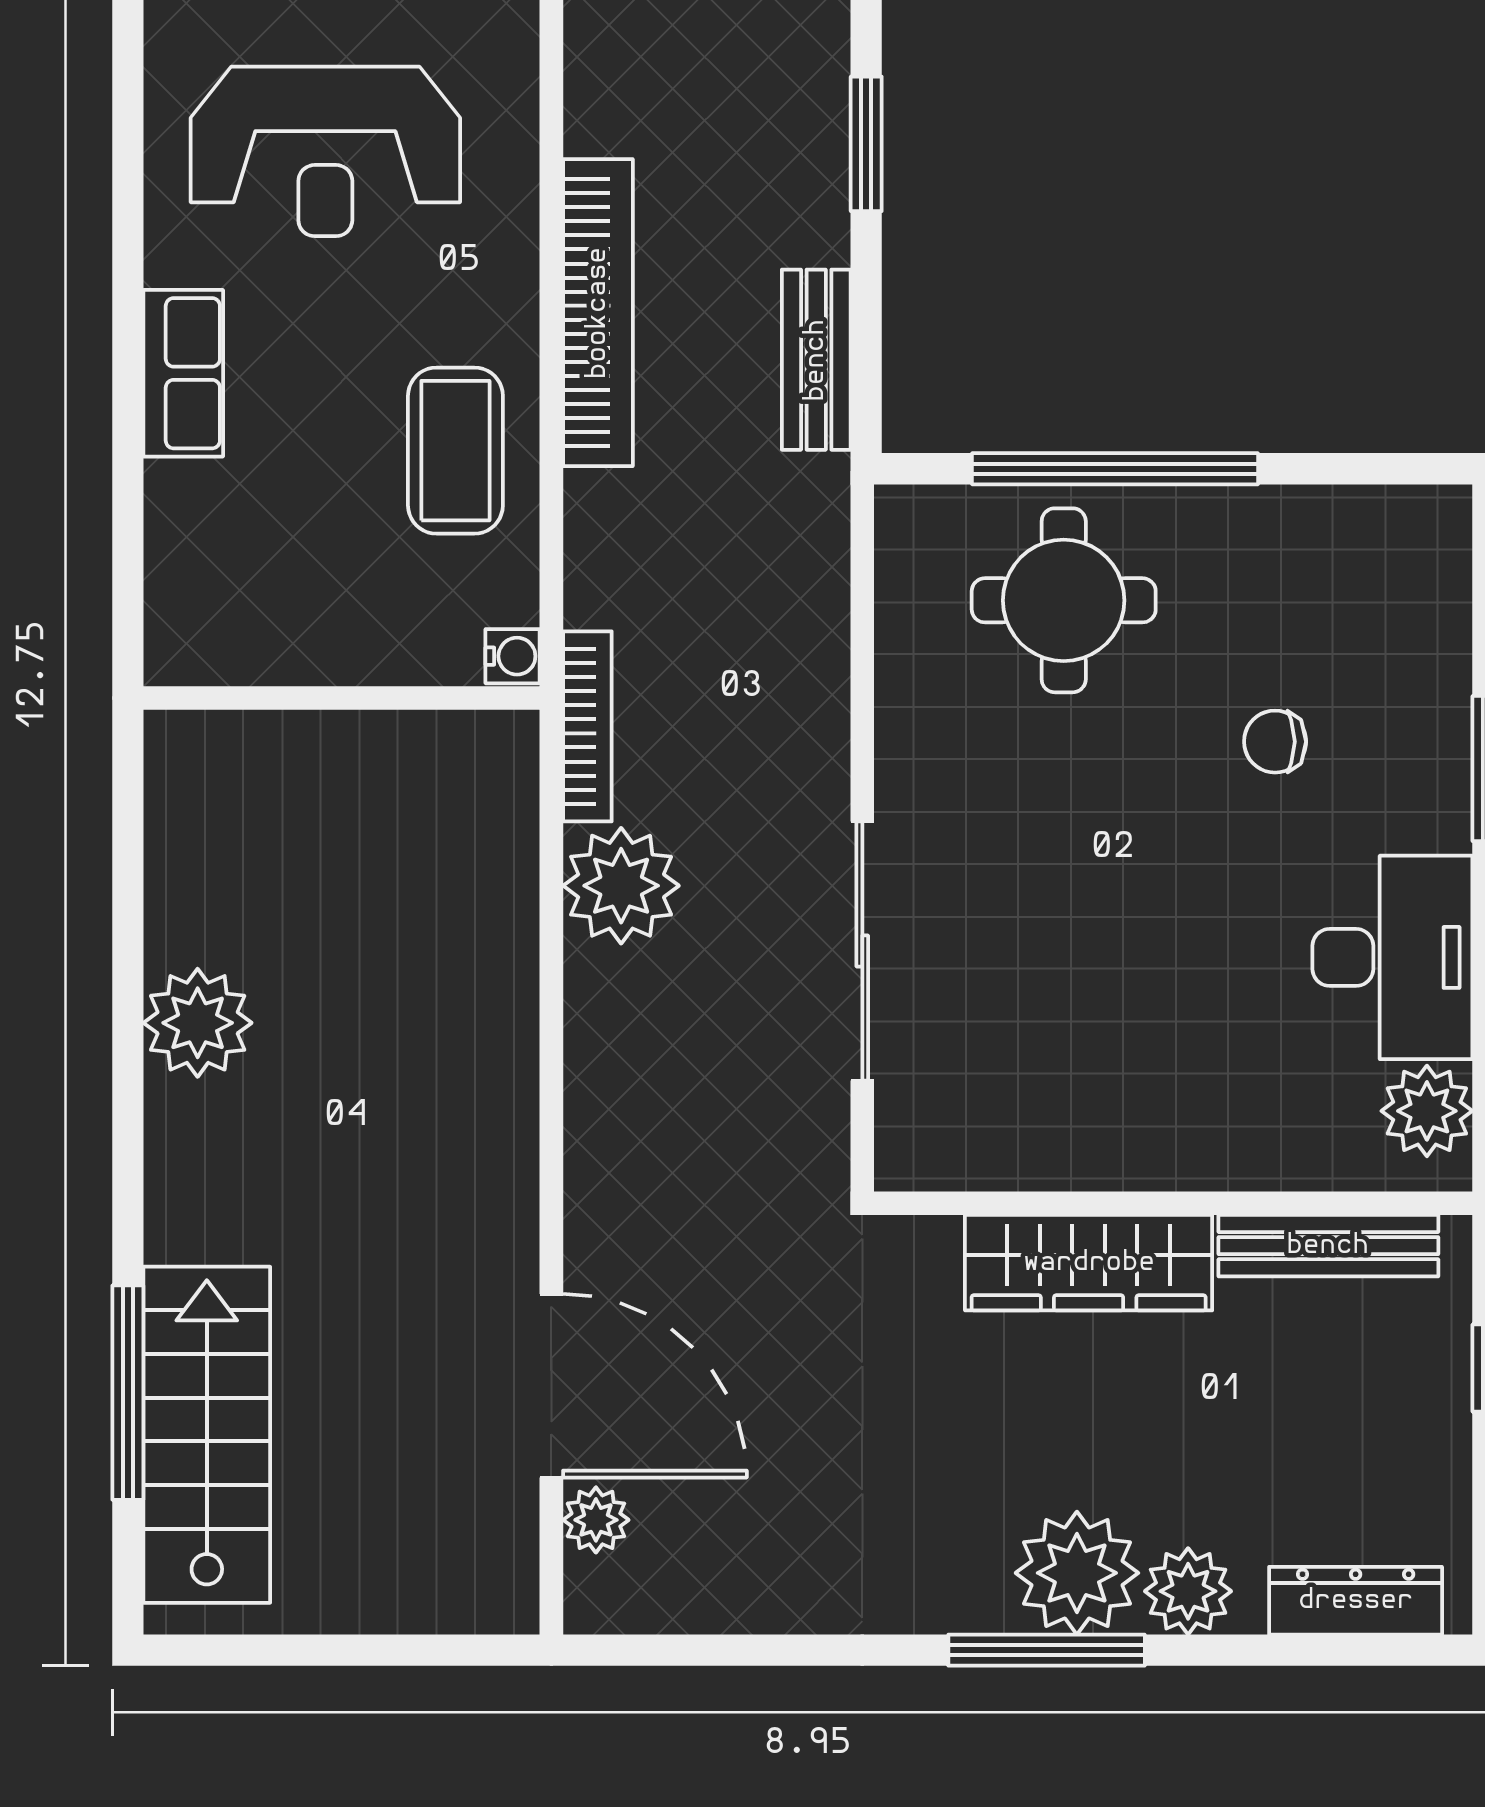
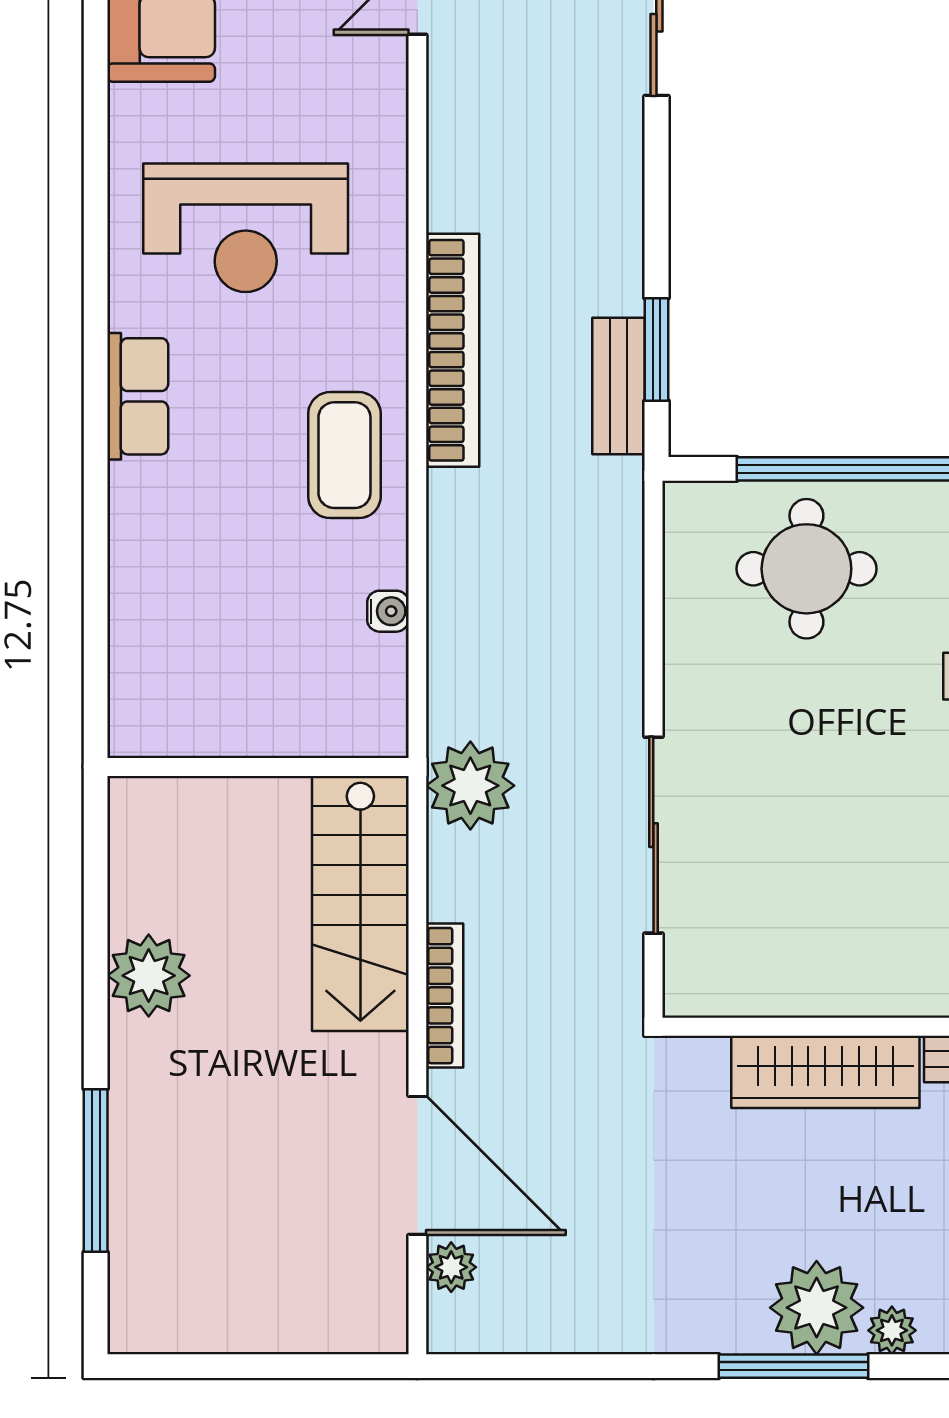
window: (866, 144) -> (656, 349), moved
wall: (342, 698) -> (258, 767), moved
bookcase: (587, 726) -> (445, 996), moved
plant: (198, 1023) -> (149, 976), moved
stairs: (207, 1435) -> (360, 903), moved, turned 180
plant: (1188, 1591) -> (892, 1330), width x0.73, depth x0.73

